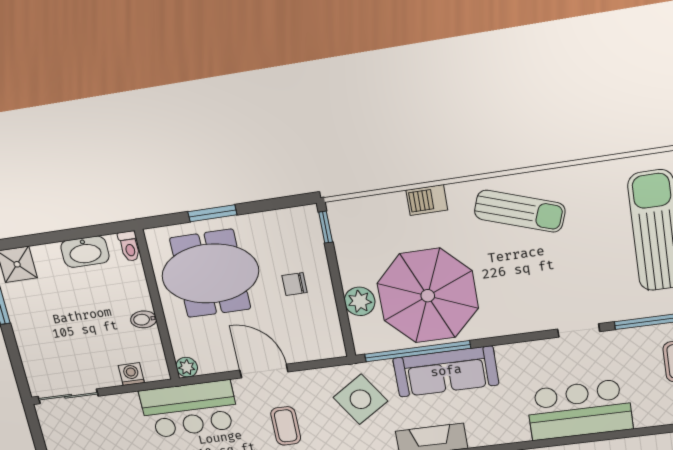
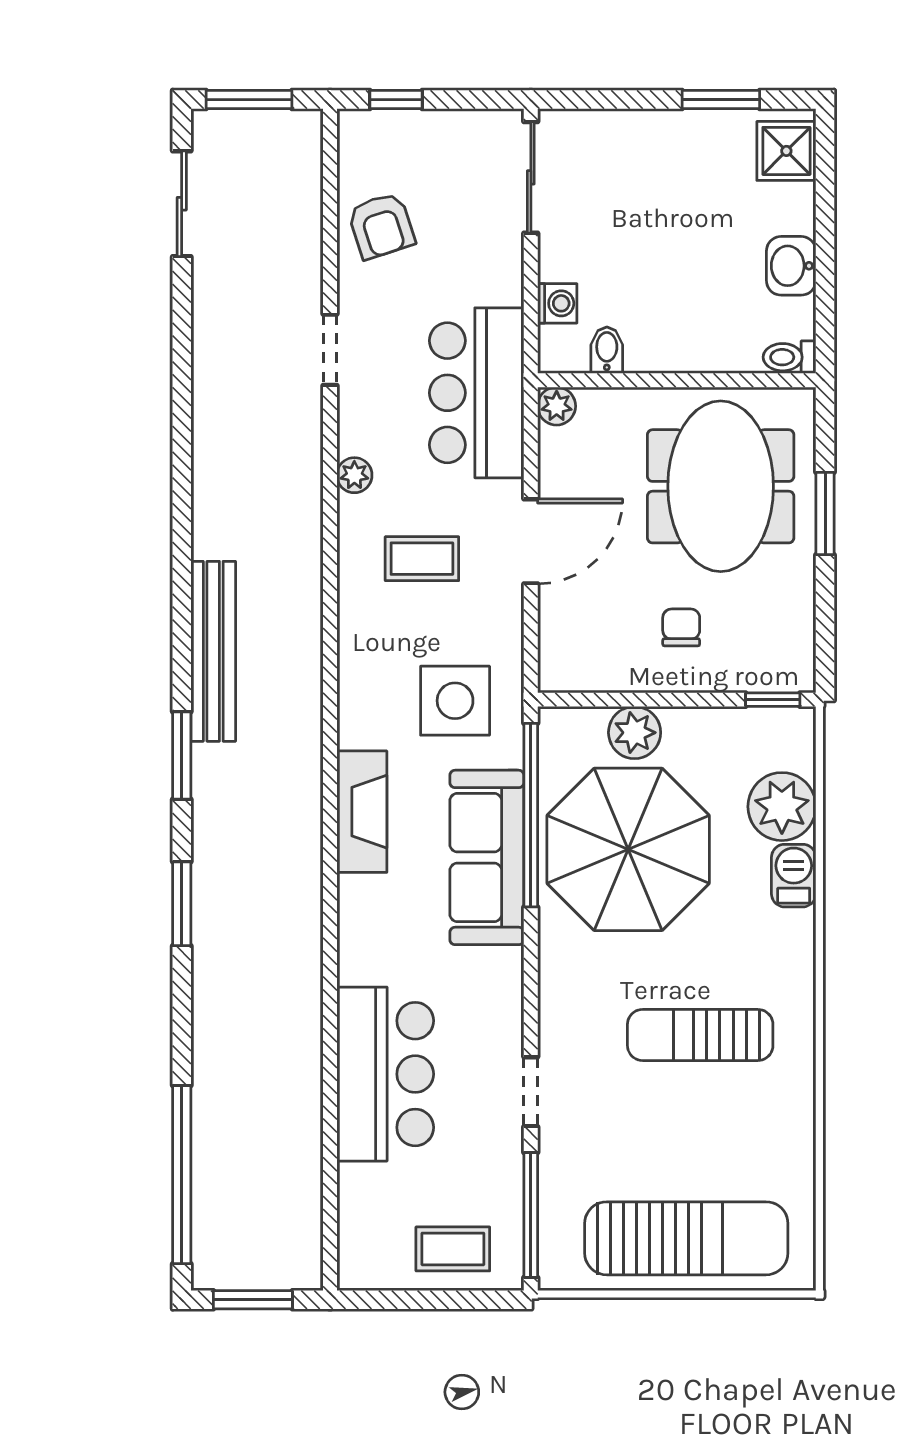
sun lounger: (520, 211) -> (700, 1035), moved, turned 71
plant: (387, 213) -> (782, 807), added
washbasin: (85, 252) -> (791, 266), width x0.72
bidet: (144, 319) -> (607, 350), moved
side table: (360, 399) -> (455, 701), turned 33

